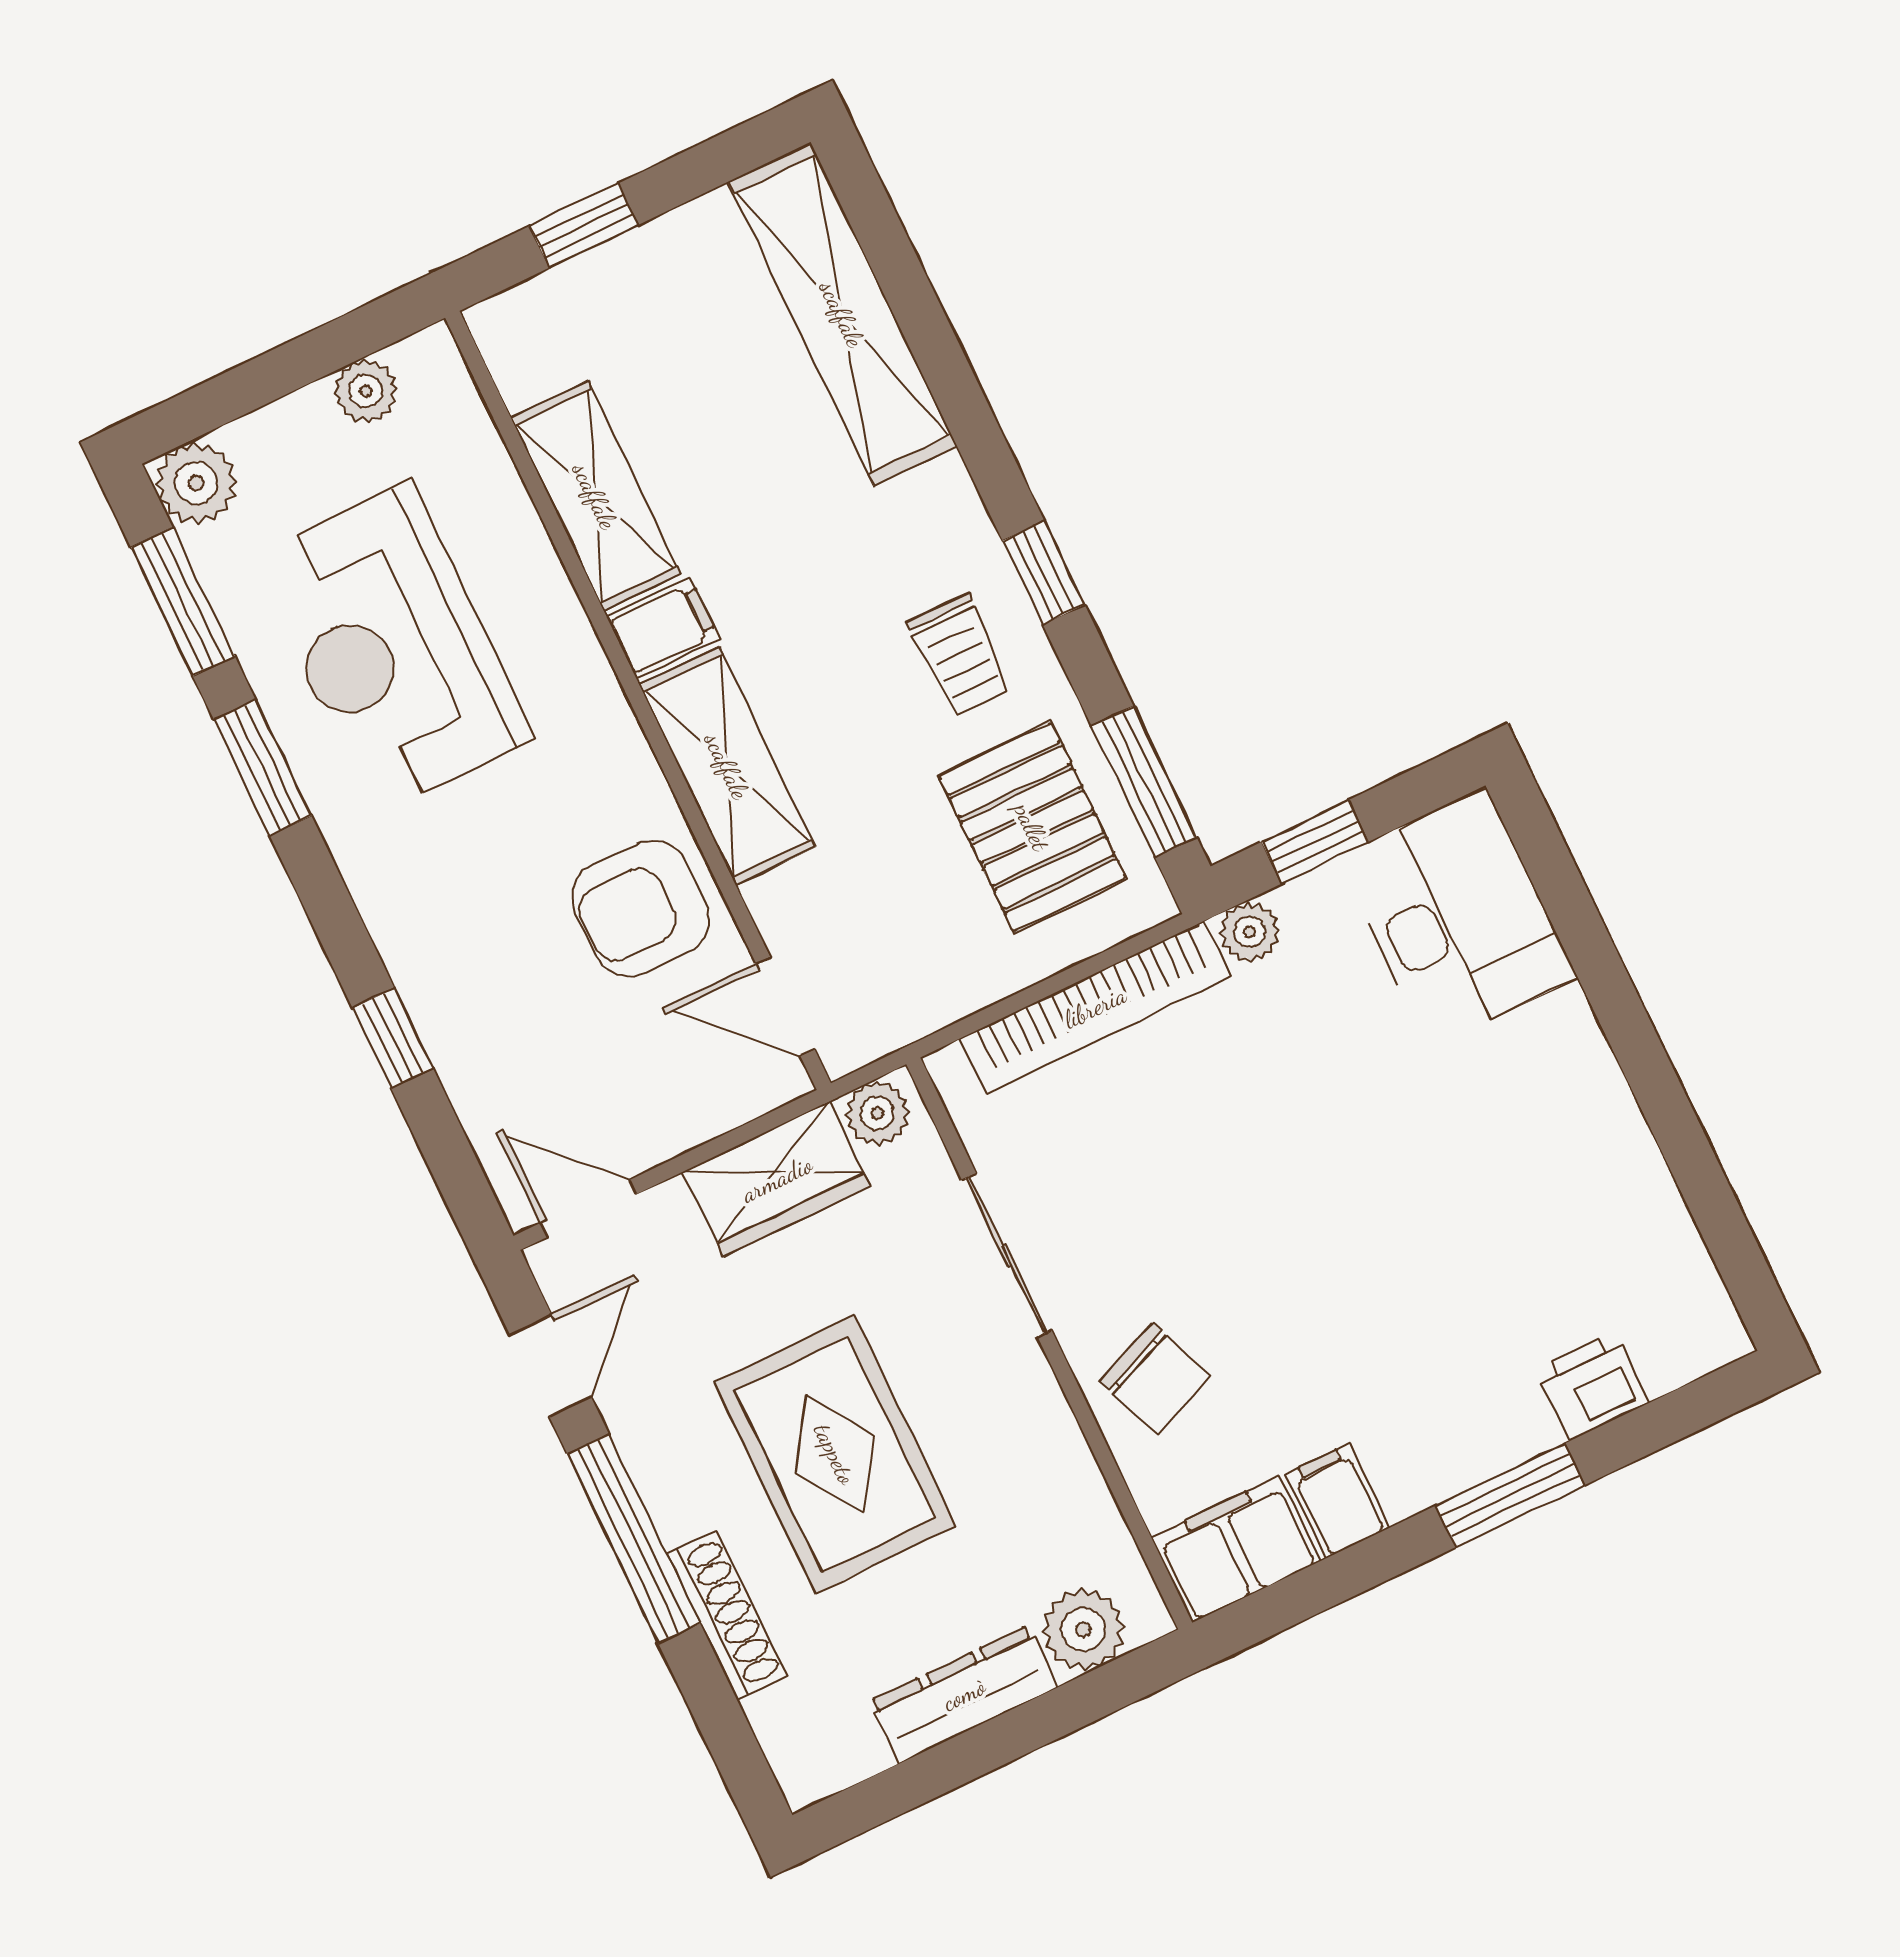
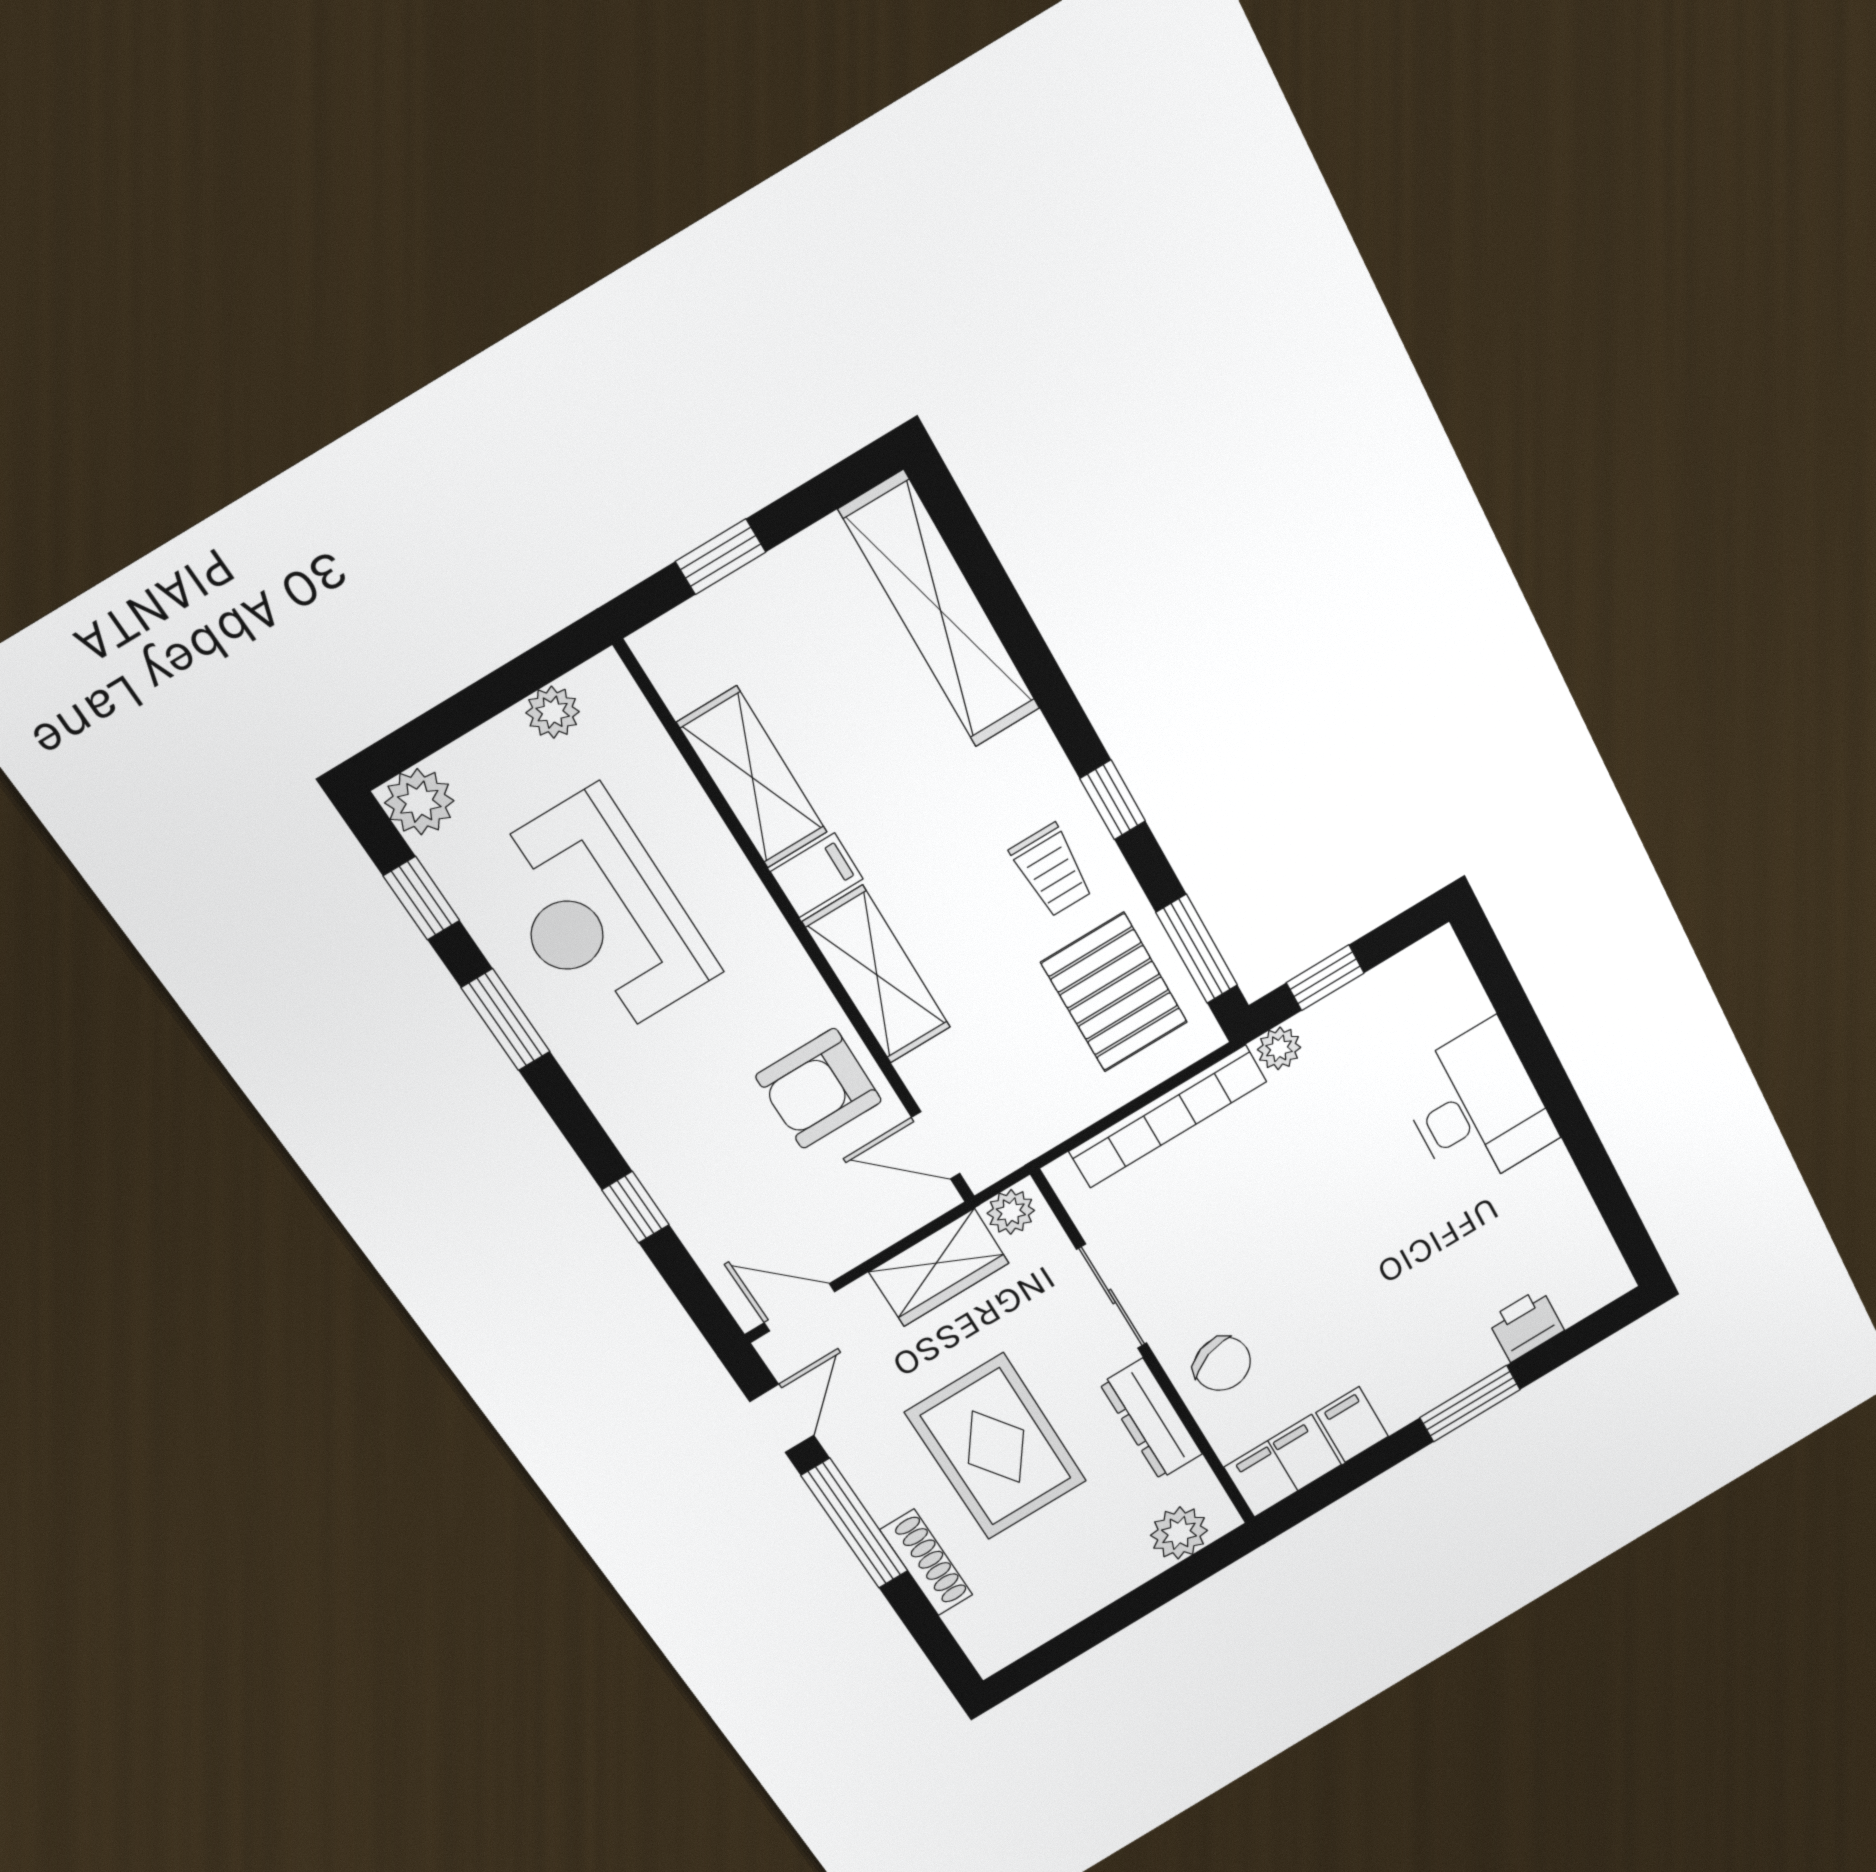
window: (183, 602) -> (422, 898), width x0.67
desk: (1458, 918) -> (1477, 1108), moved
dresser: (964, 1694) -> (1151, 1419), moved, turned -90

